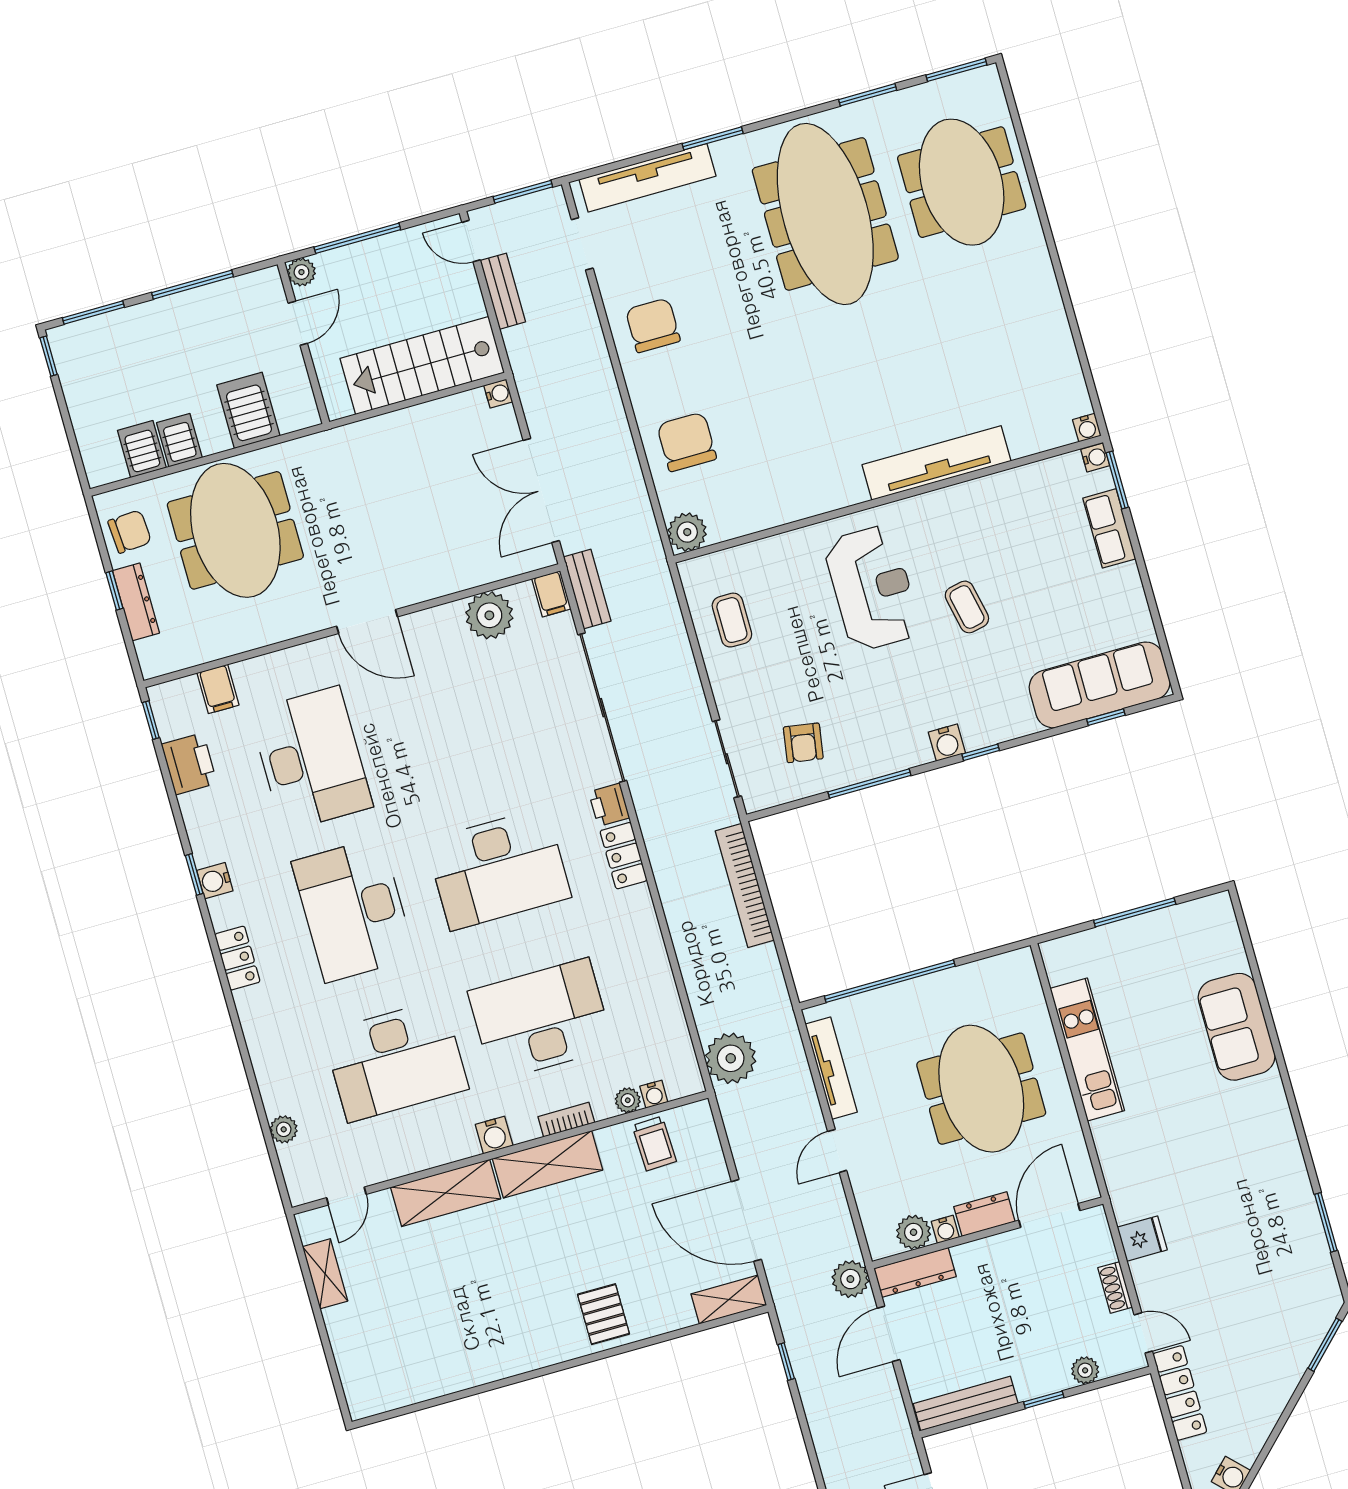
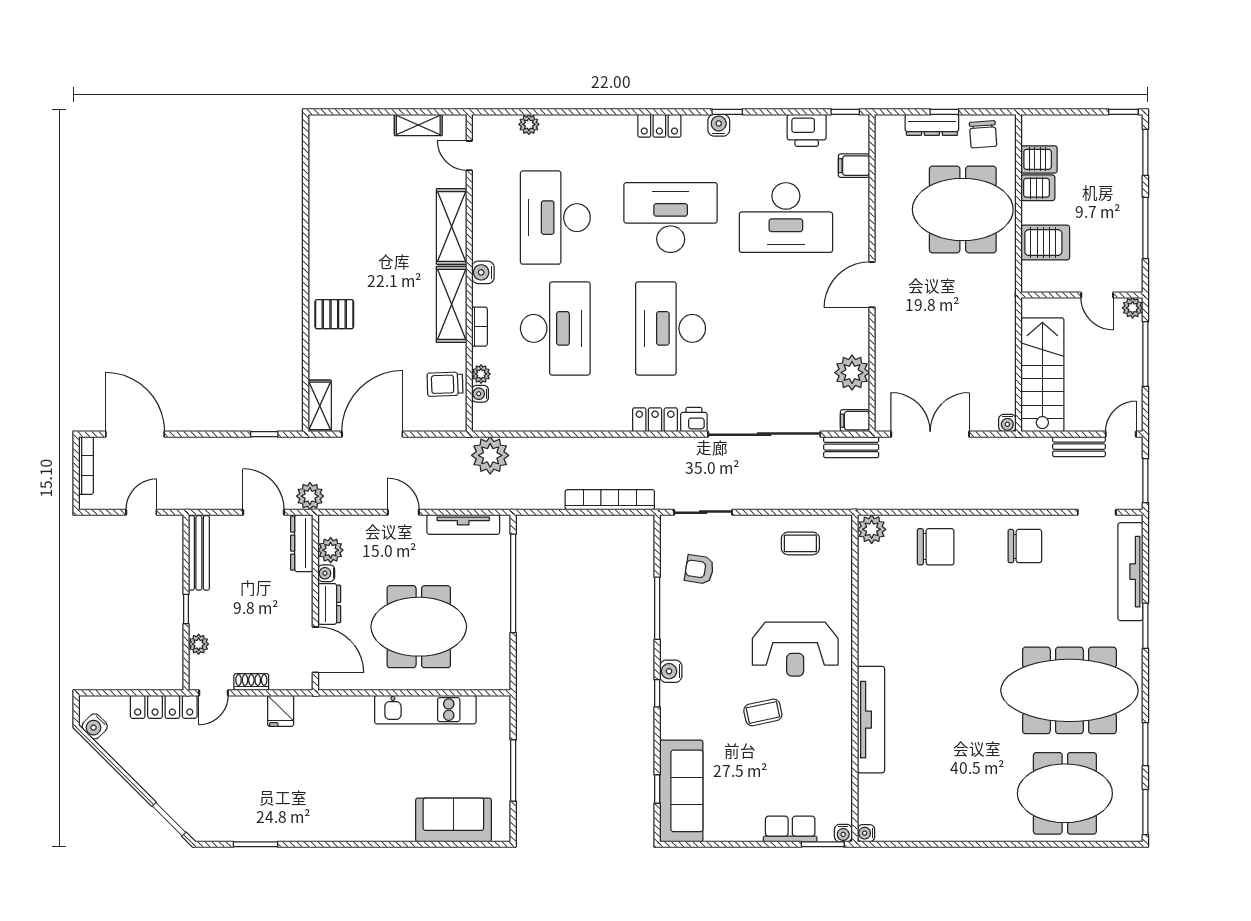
sofa: (1237, 1027) -> (453, 820), moved

